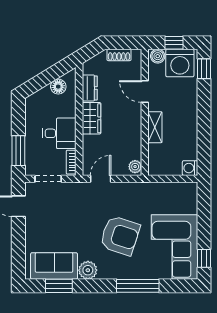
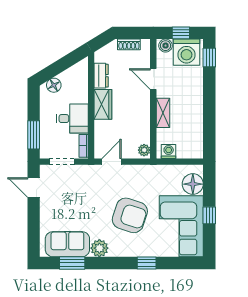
floor lamp: (58, 87) -> (54, 85), moved
washing machine: (190, 168) -> (169, 151), moved, turned 90
floor lamp: (186, 202) -> (193, 184), added
window: (204, 258) -> (209, 215), moved
window: (138, 286) -> (147, 263), width x0.46

